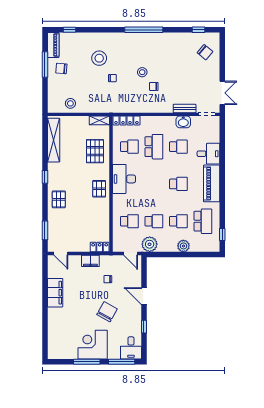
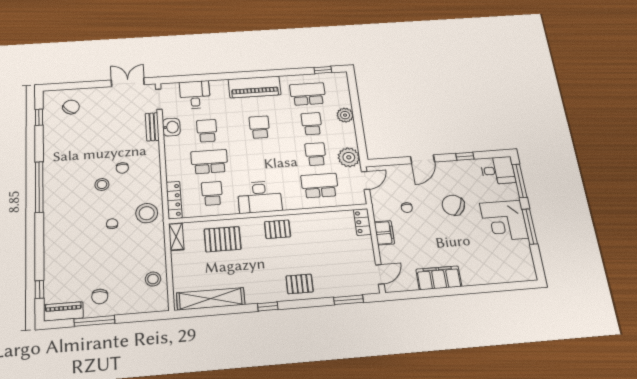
stool: (99, 58) -> (147, 213), moved
desk: (208, 154) -> (195, 95), moved
school desk: (129, 221) -> (320, 186), width x1.85

